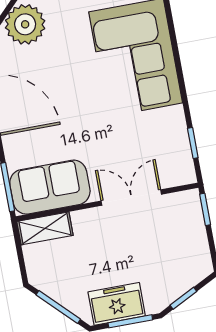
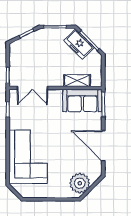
double door: (131, 198) -> (32, 88), moved
shelving: (45, 228) -> (77, 81), moved
freezer: (117, 304) -> (79, 44), moved, turned 45

